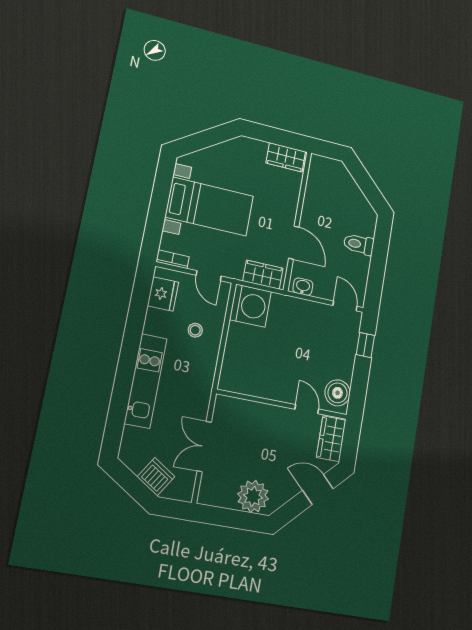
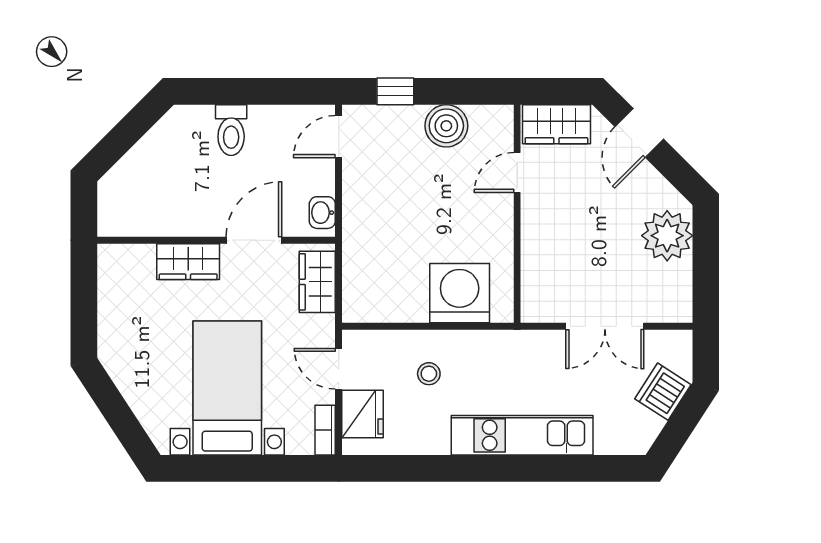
wardrobe: (286, 157) -> (188, 262), moved, turned 90
door: (209, 276) -> (339, 369), swing flipped
fridge: (163, 294) -> (362, 414), moved, turned 90
washing machine: (250, 306) -> (460, 293), moved
boiler: (337, 393) -> (446, 126), moved

